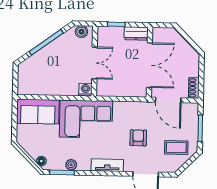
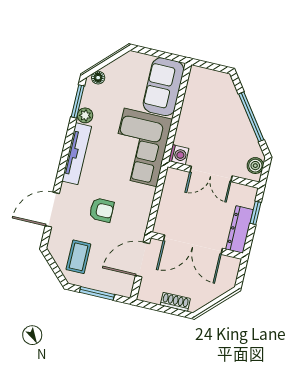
dresser: (136, 33) -> (240, 230), width x1.44
shoe rack: (194, 88) -> (175, 302), moved
tv unit: (107, 165) -> (77, 154), width x1.41

